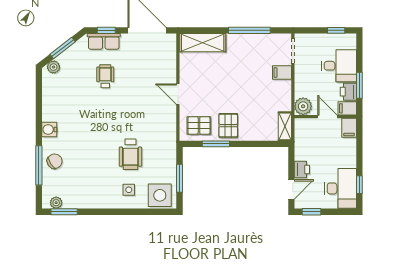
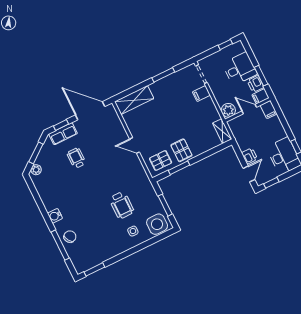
window: (249, 30) -> (163, 75), width x0.69
plant: (56, 203) -> (85, 266), removed

